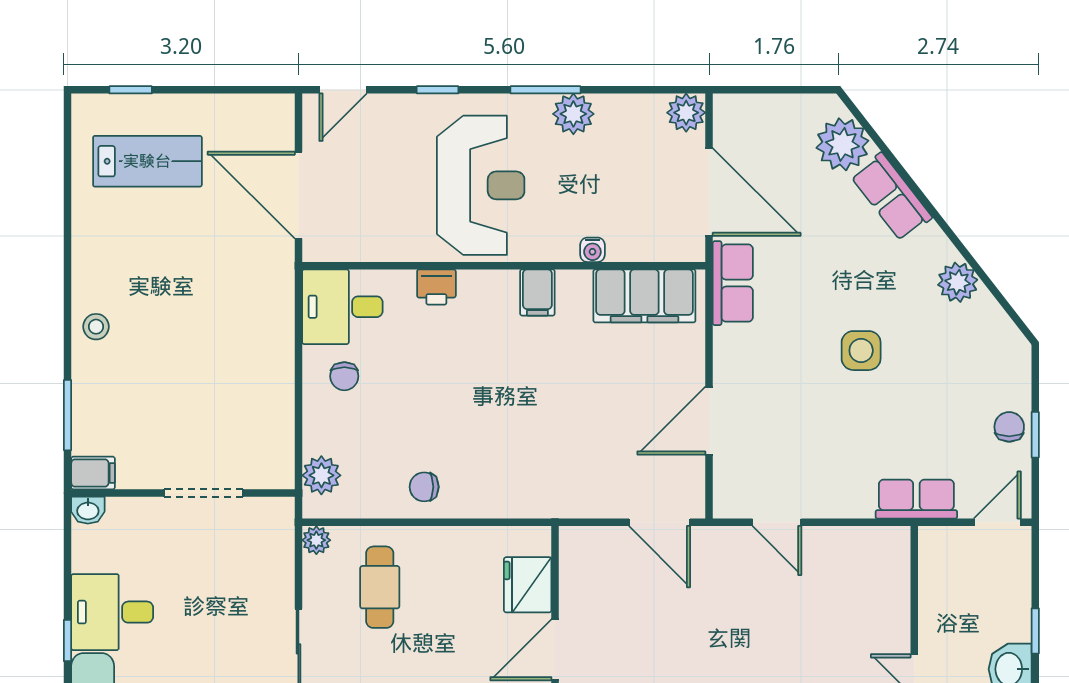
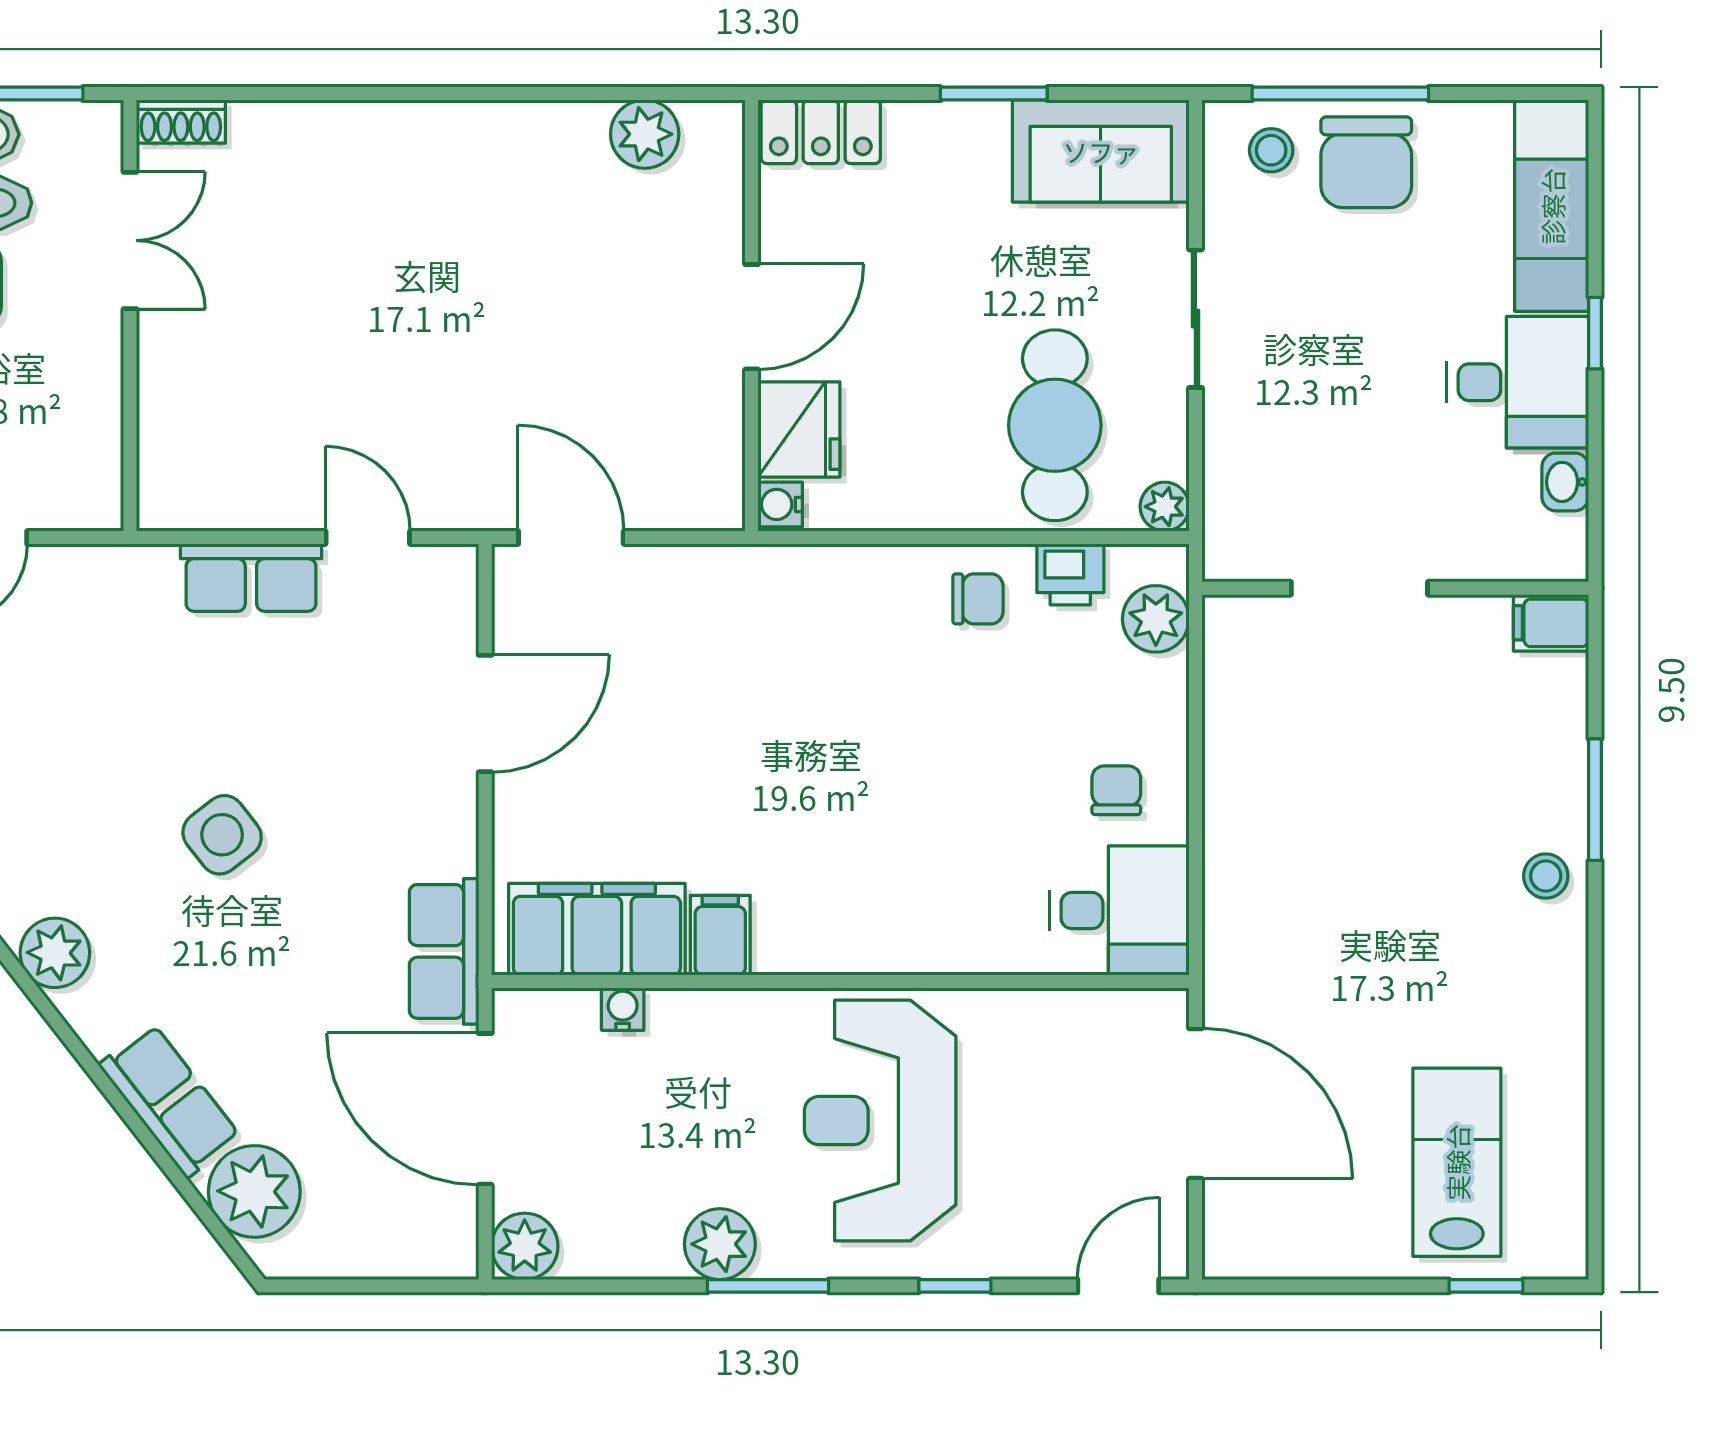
lab bench: (147, 161) -> (1457, 1162), turned 90
water cooler: (592, 250) -> (623, 1009), moved
printer: (436, 287) -> (1070, 574), moved, turned 180
filing cabinet: (537, 292) -> (720, 935), moved
side table: (861, 351) -> (222, 835), turned -38
window: (68, 415) -> (1595, 800), moved
row of seats: (916, 499) -> (251, 578), moved
washbasin: (88, 510) -> (1565, 482), moved, turned -90
water cooler: (539, 541) -> (780, 504), added
cafe table: (380, 587) -> (1055, 425), width x1.37, depth x1.35

